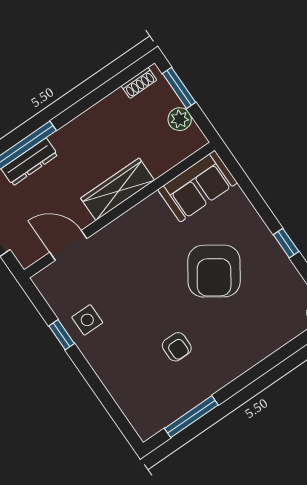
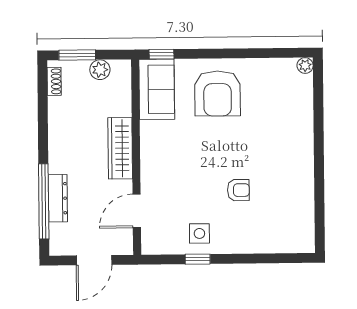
window: (286, 243) -> (161, 54), moved
armchair: (214, 271) -> (218, 93), moved, turned 56
armchair: (177, 347) -> (238, 190), moved
window: (191, 417) -> (319, 206), removed

